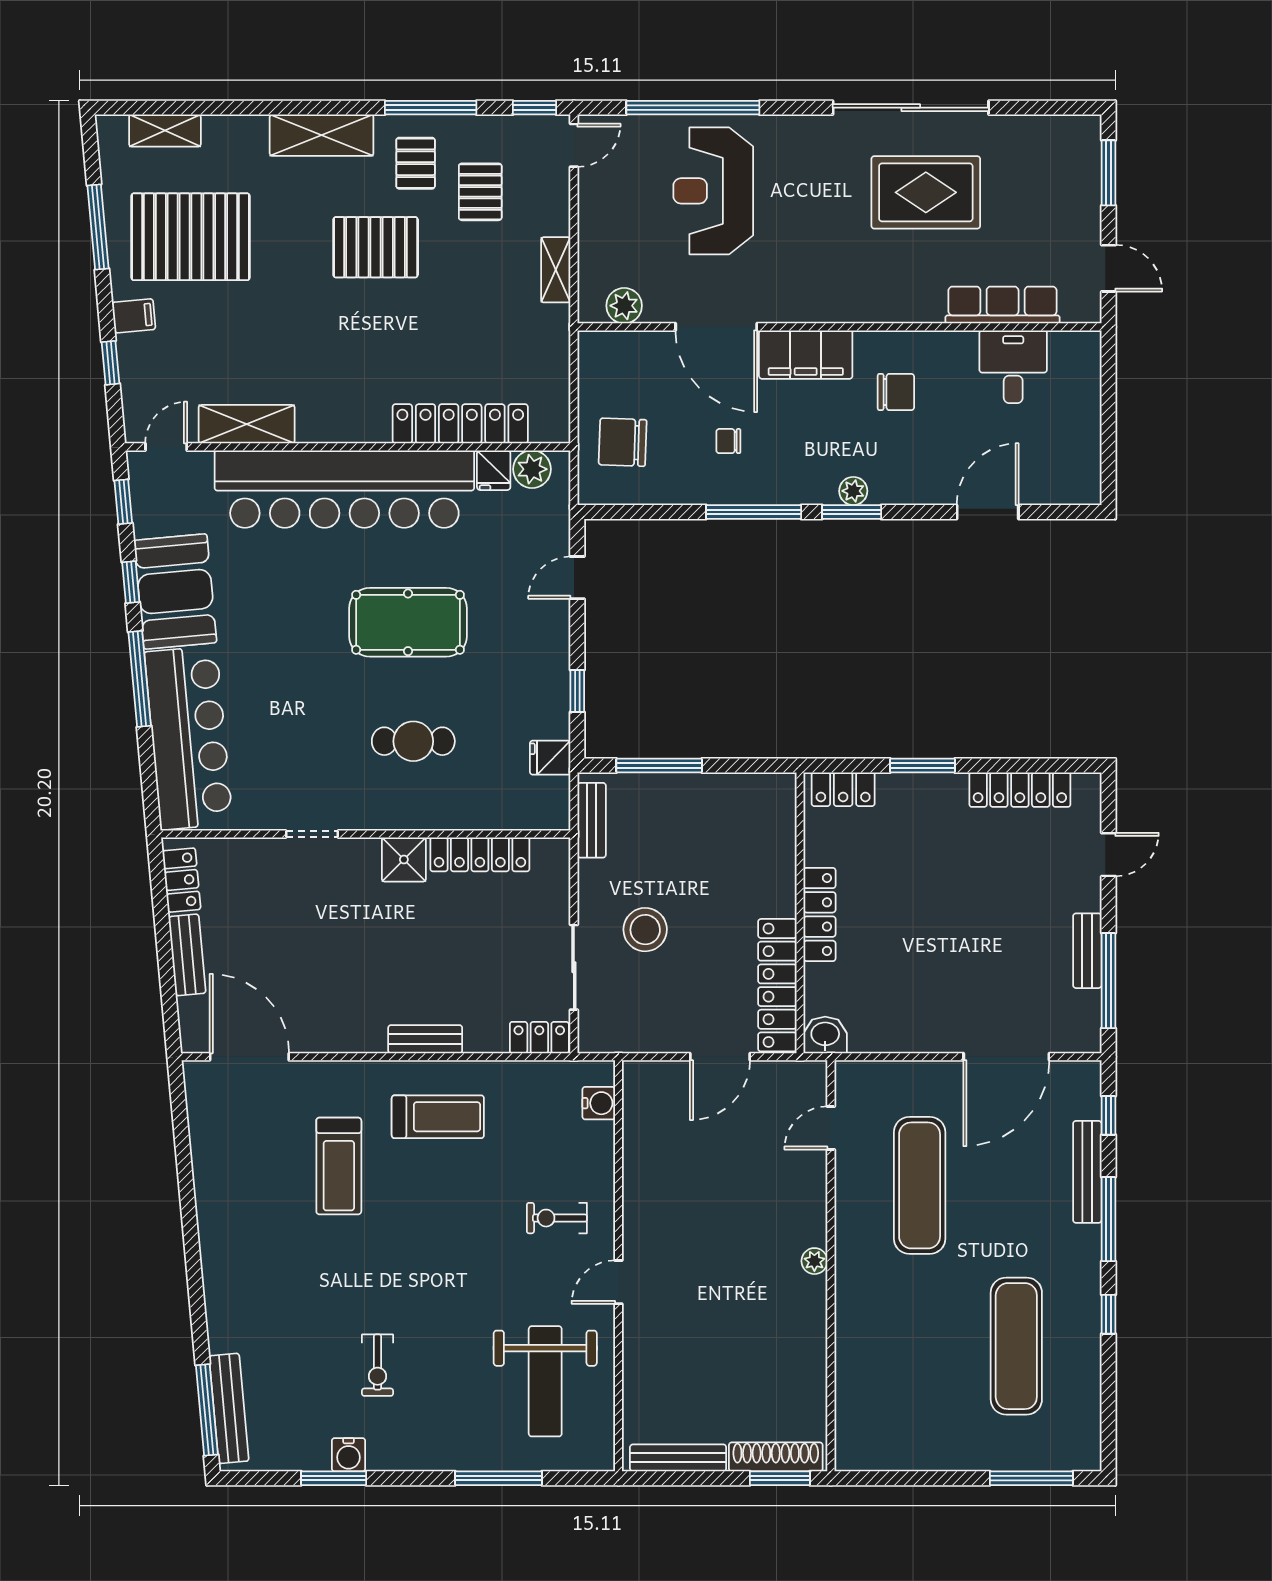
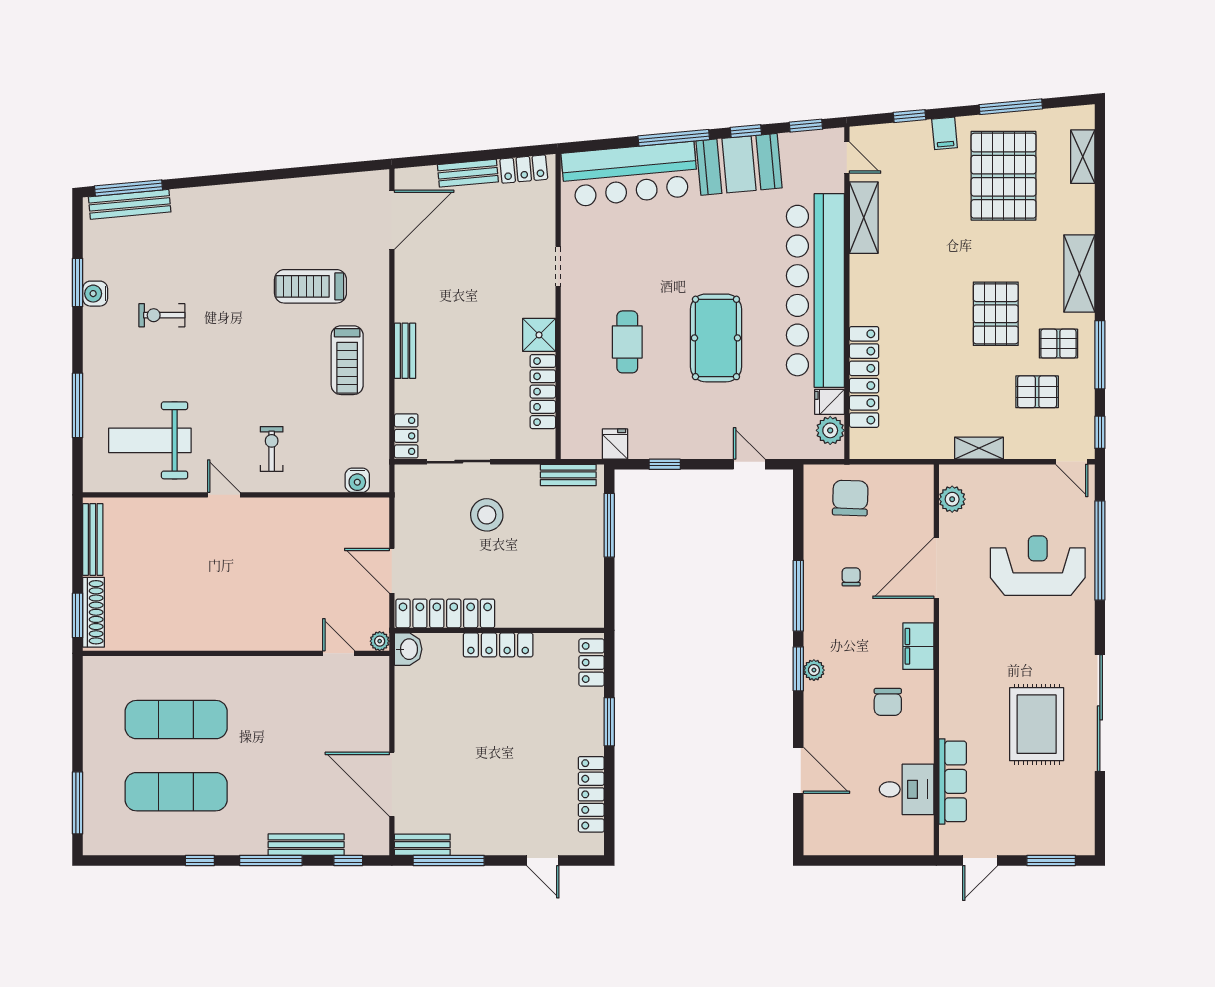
filing cabinet: (806, 355) -> (918, 646), width x0.67, depth x0.86
bench: (1087, 951) -> (422, 845), moved
exercise mat: (920, 1185) -> (176, 720), moved
plant: (814, 1261) -> (380, 641), moved

